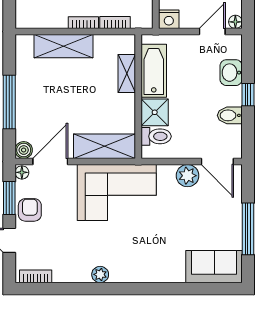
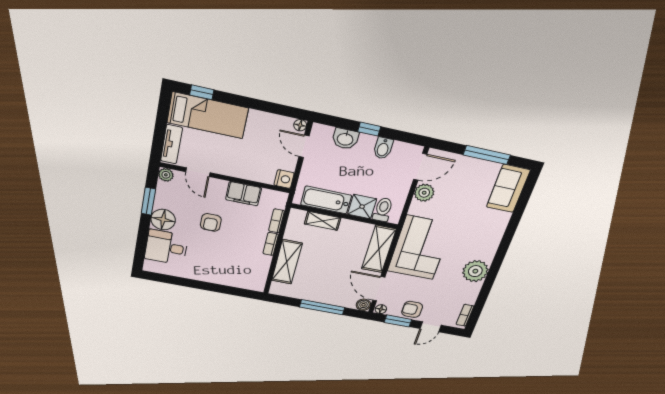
plant: (100, 274) -> (475, 271), width x1.88, depth x1.88

